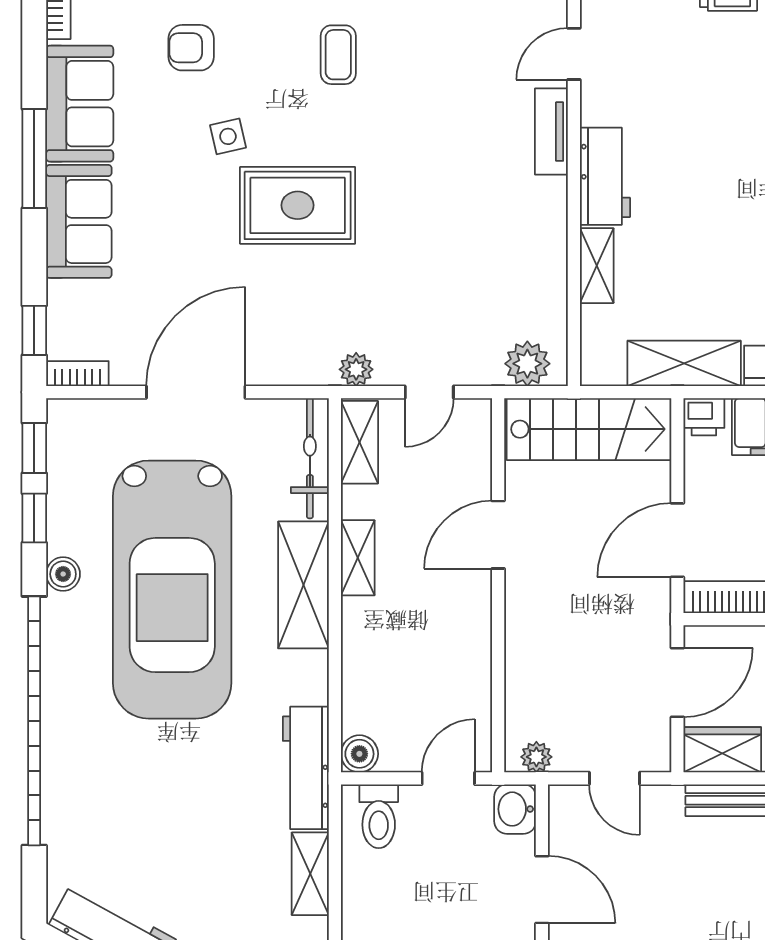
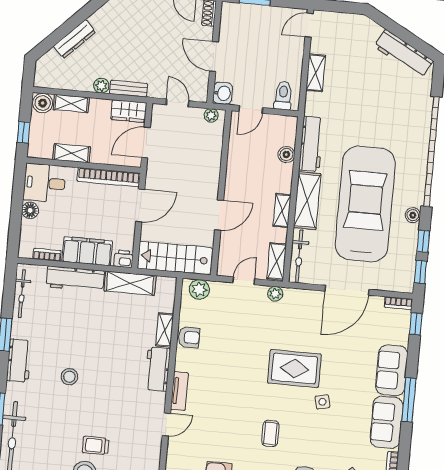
armchair: (191, 48) -> (189, 337), moved
boiler: (359, 754) -> (286, 155), moved
workbench: (306, 768) -> (311, 144), moved

